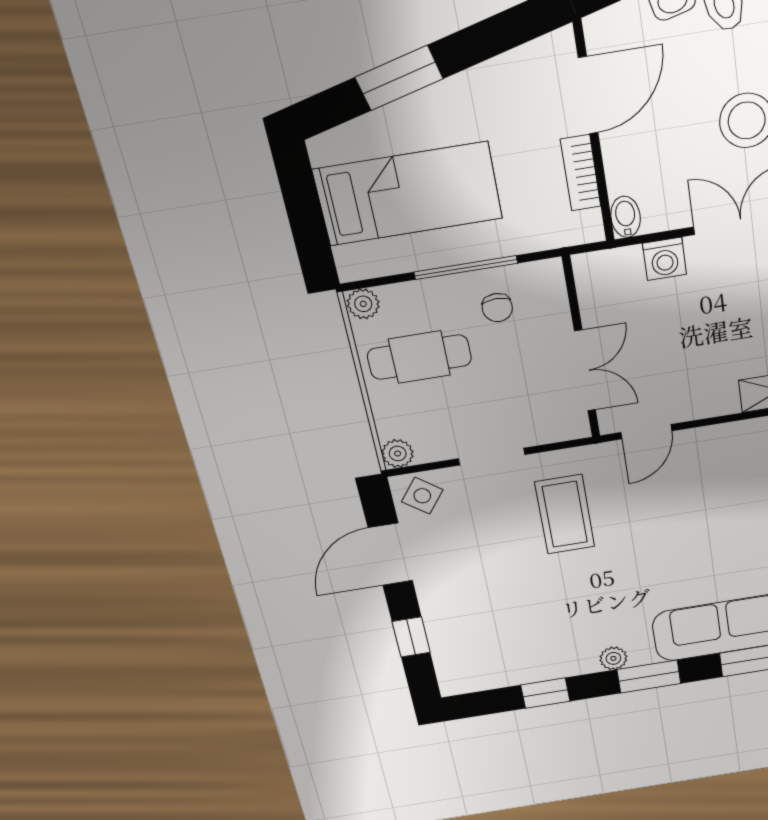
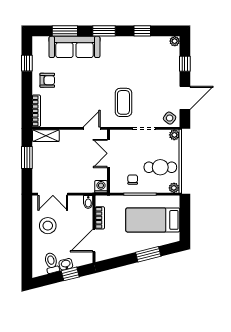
washing machine: (665, 259) -> (101, 187), moved
plant: (613, 658) -> (175, 41), moved

